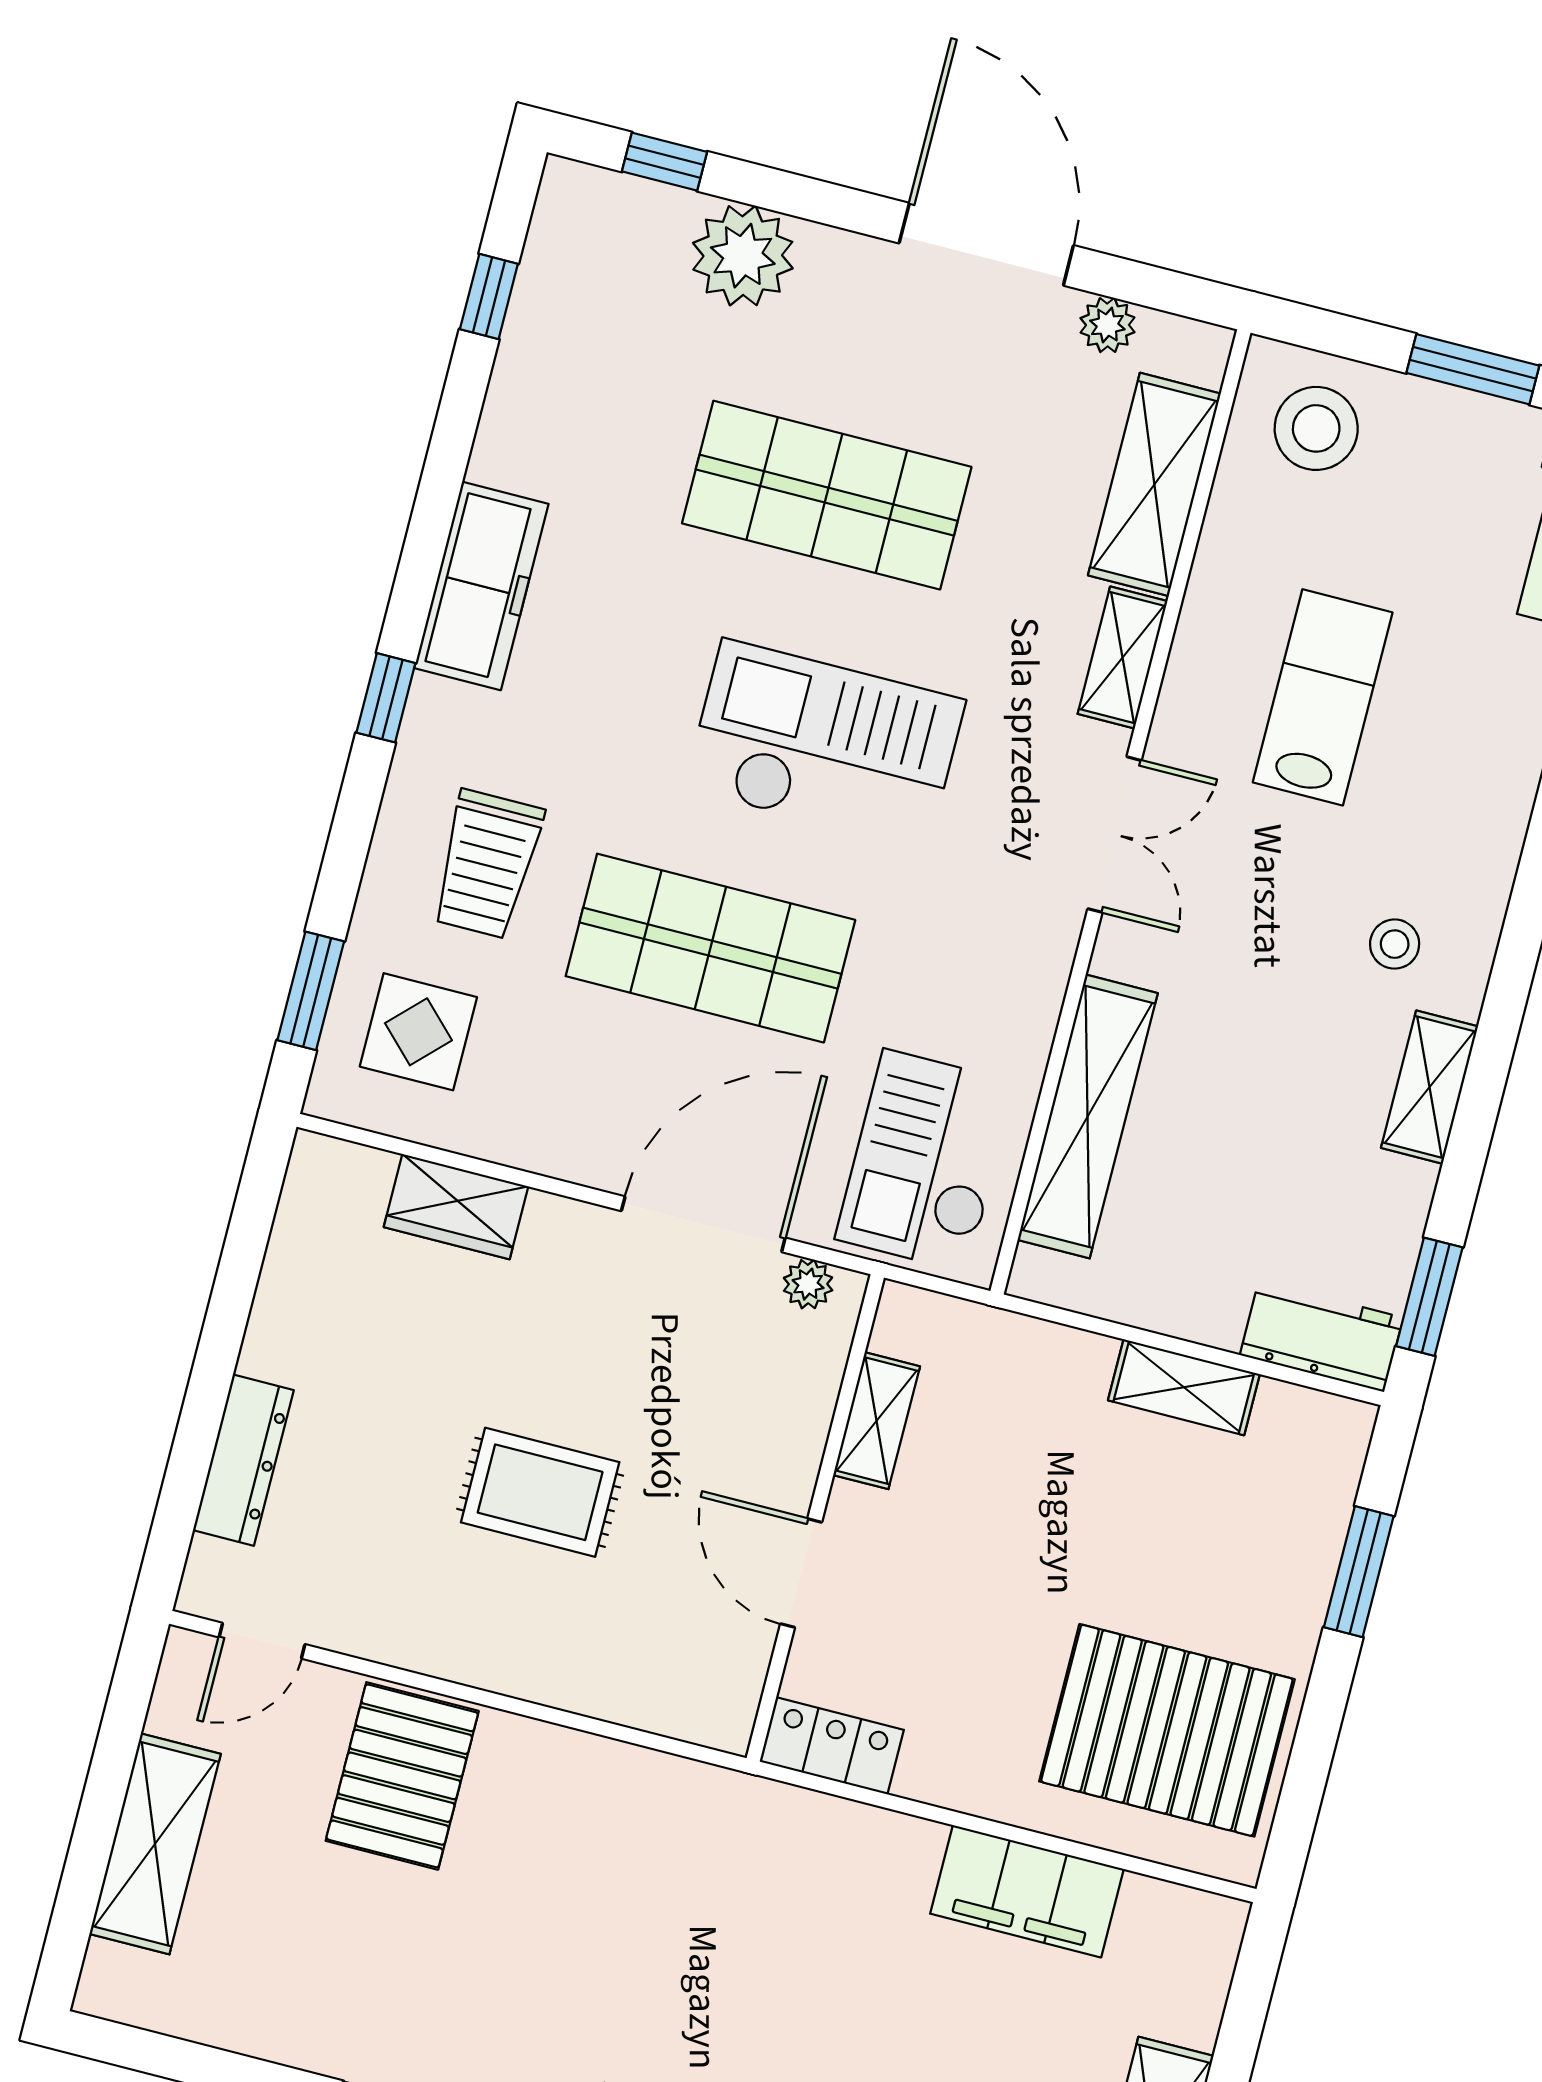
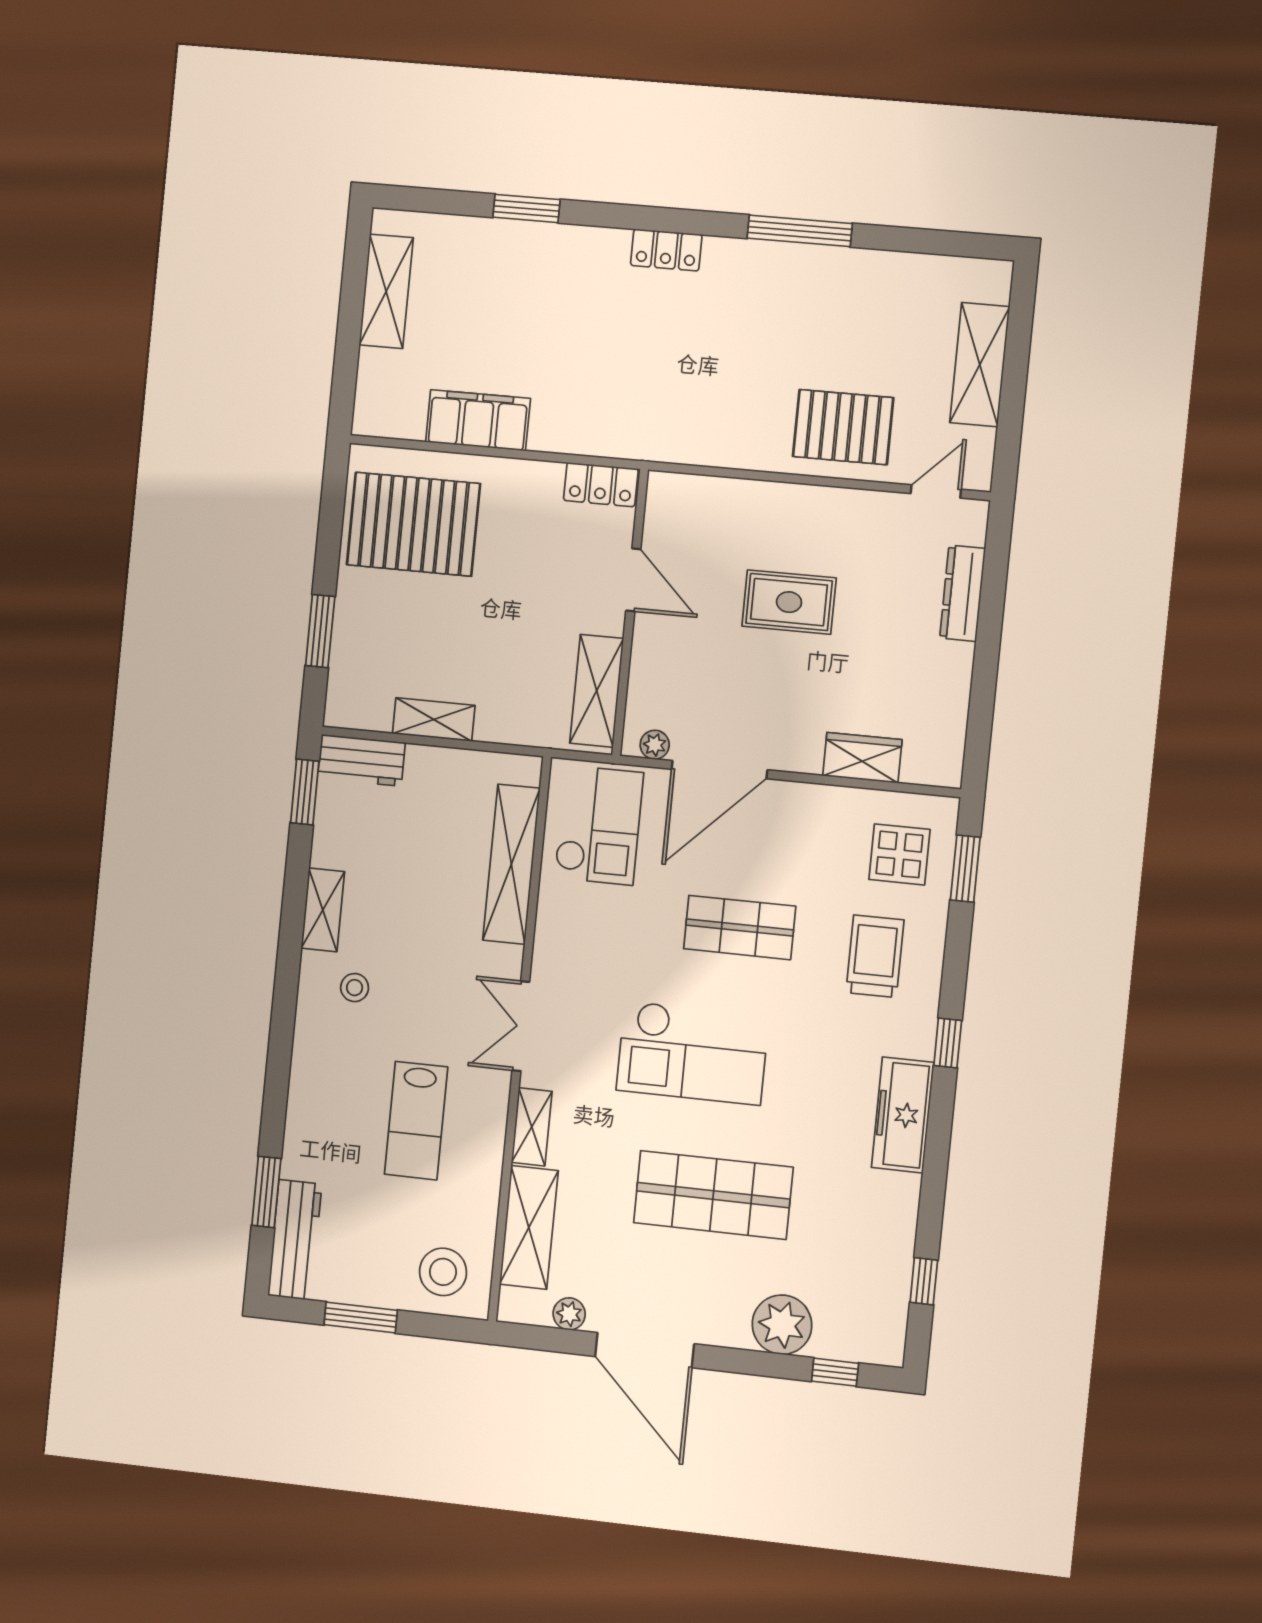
shop shelf: (710, 948) -> (740, 927), width x0.70, depth x0.74
shelving: (877, 1421) -> (597, 691), width x1.50, depth x1.33
pallet: (402, 1776) -> (843, 427), turned 90

